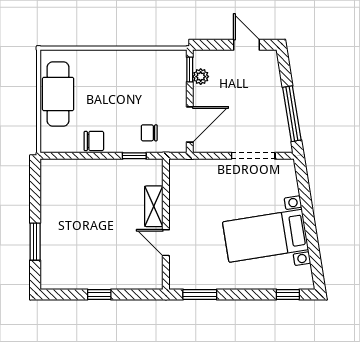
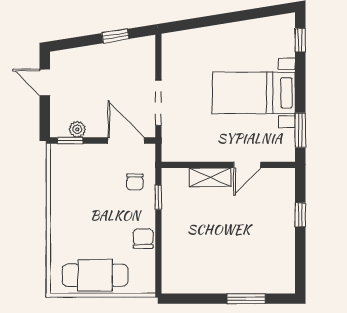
door: (246, 45) -> (45, 82), hinge flipped
window: (292, 114) -> (115, 36), width x0.46
doorway: (253, 156) -> (158, 103), moved
bed with nightstands: (266, 236) -> (254, 93), moved, turned 99
window: (99, 295) -> (300, 215), moved

